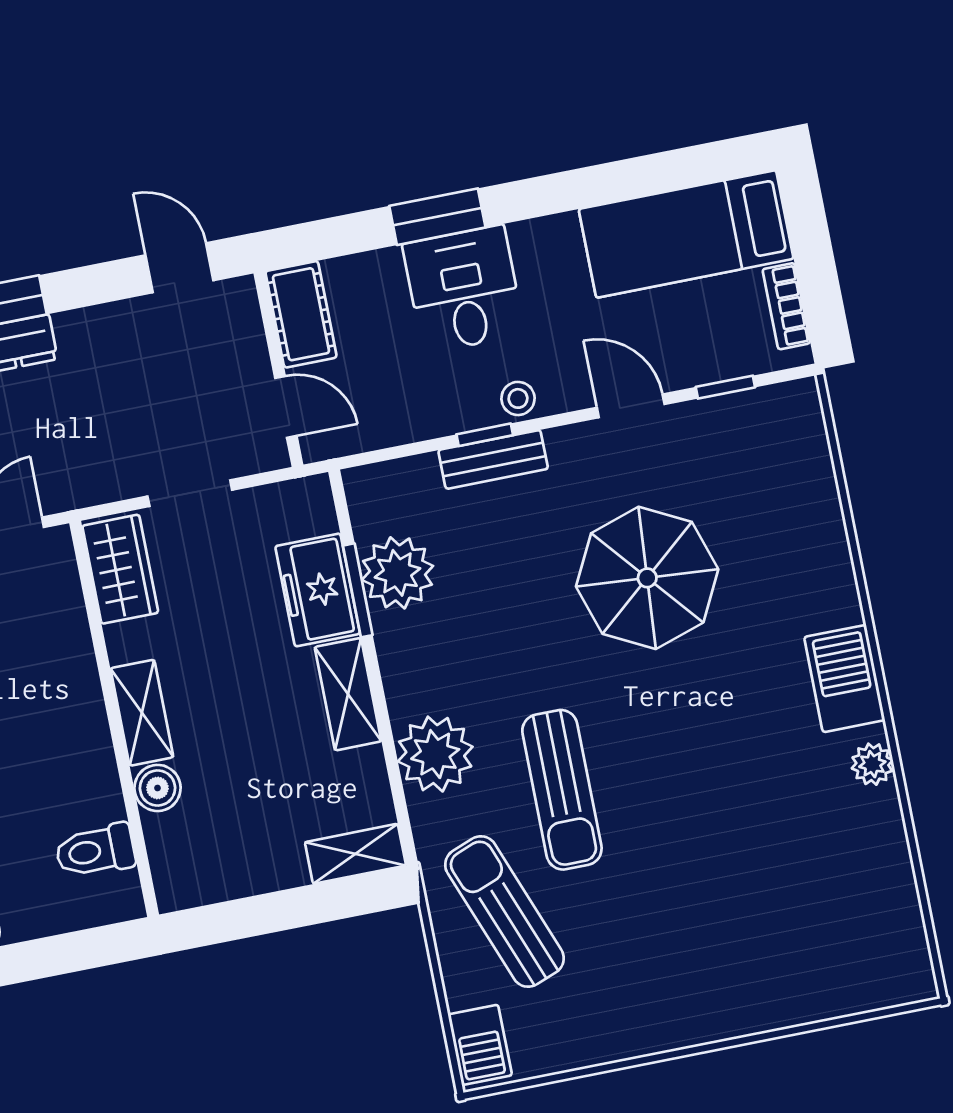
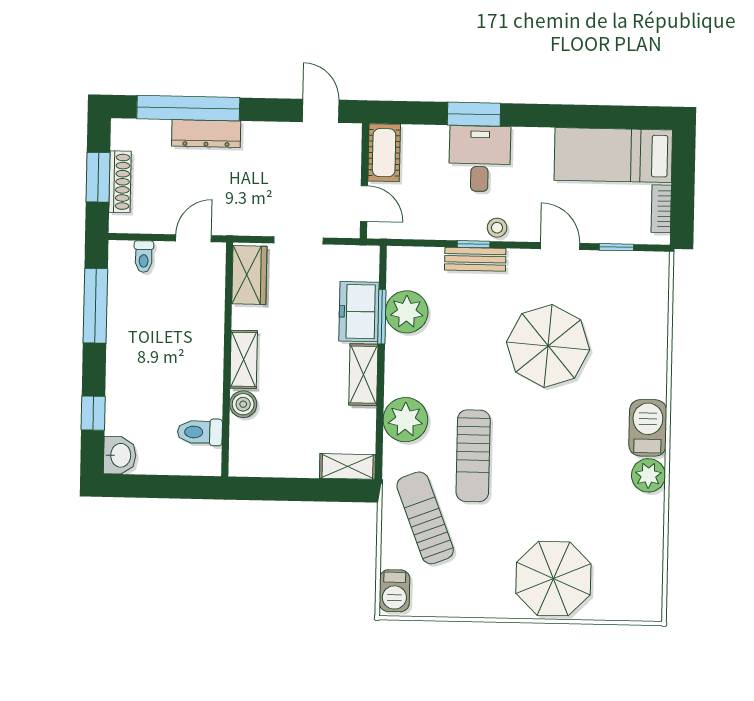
plant: (872, 764) -> (648, 475), width x1.38, depth x1.38
parasol: (742, 966) -> (553, 579), added

